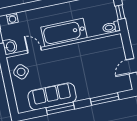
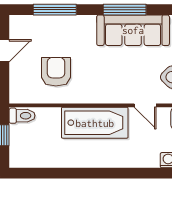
armchair: (96, 60) -> (56, 72), added

